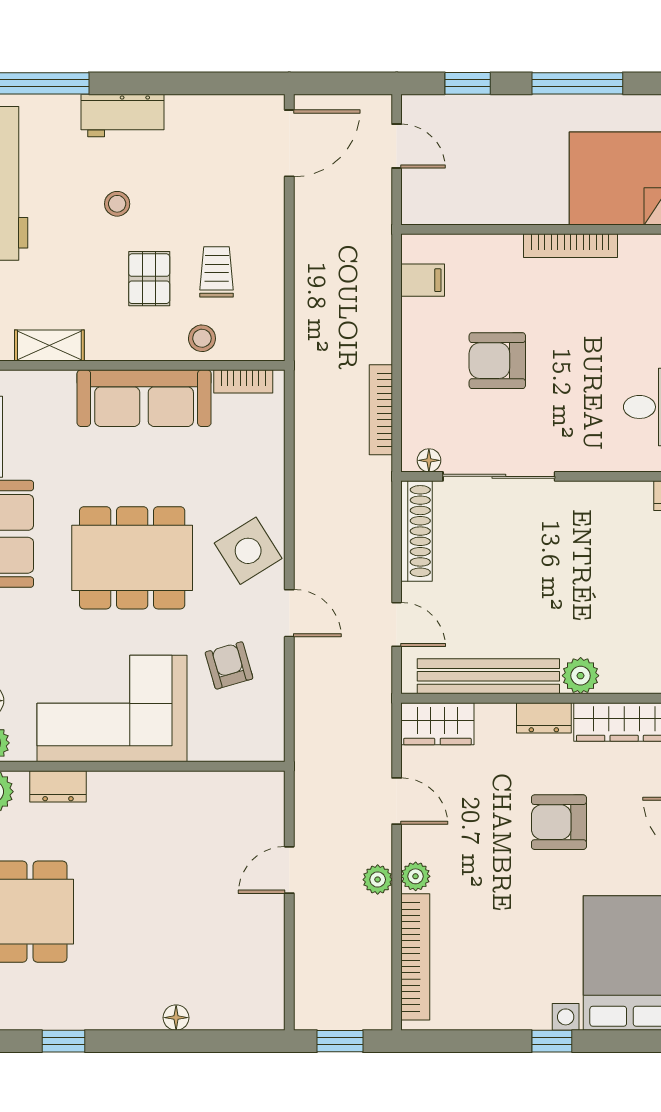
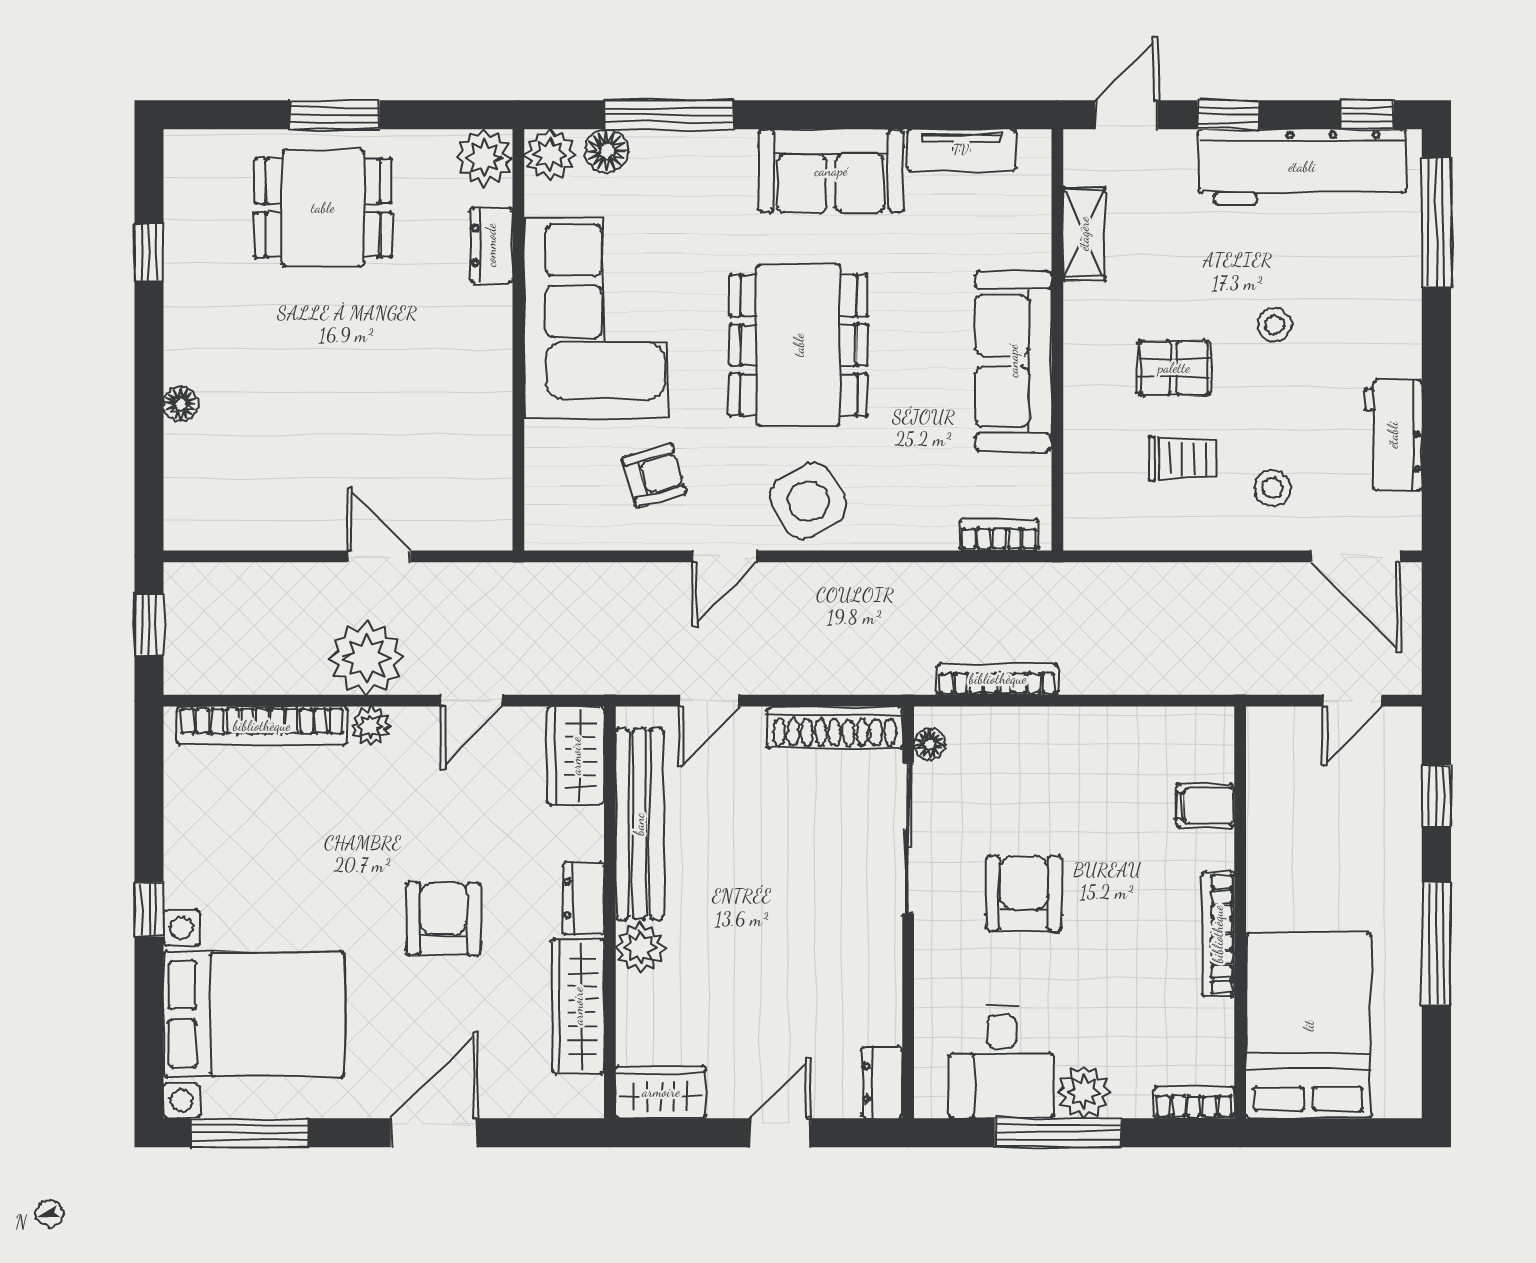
workbench: (122, 115) -> (1393, 435), moved
filing cabinet: (423, 280) -> (1205, 806), moved, turned 90
stool: (202, 338) -> (1272, 488), moved
armchair: (497, 361) -> (1024, 893), moved
bookcase: (243, 381) -> (999, 535), moved, turned 90
plant: (378, 880) -> (366, 658), width x1.87, depth x1.87

